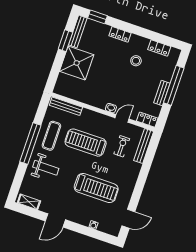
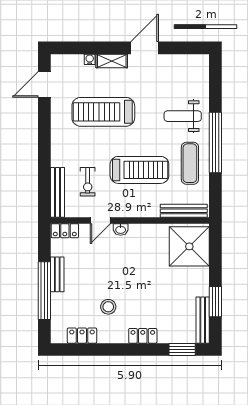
shower: (77, 63) -> (189, 246), moved
shelving: (29, 202) -> (112, 61), moved

